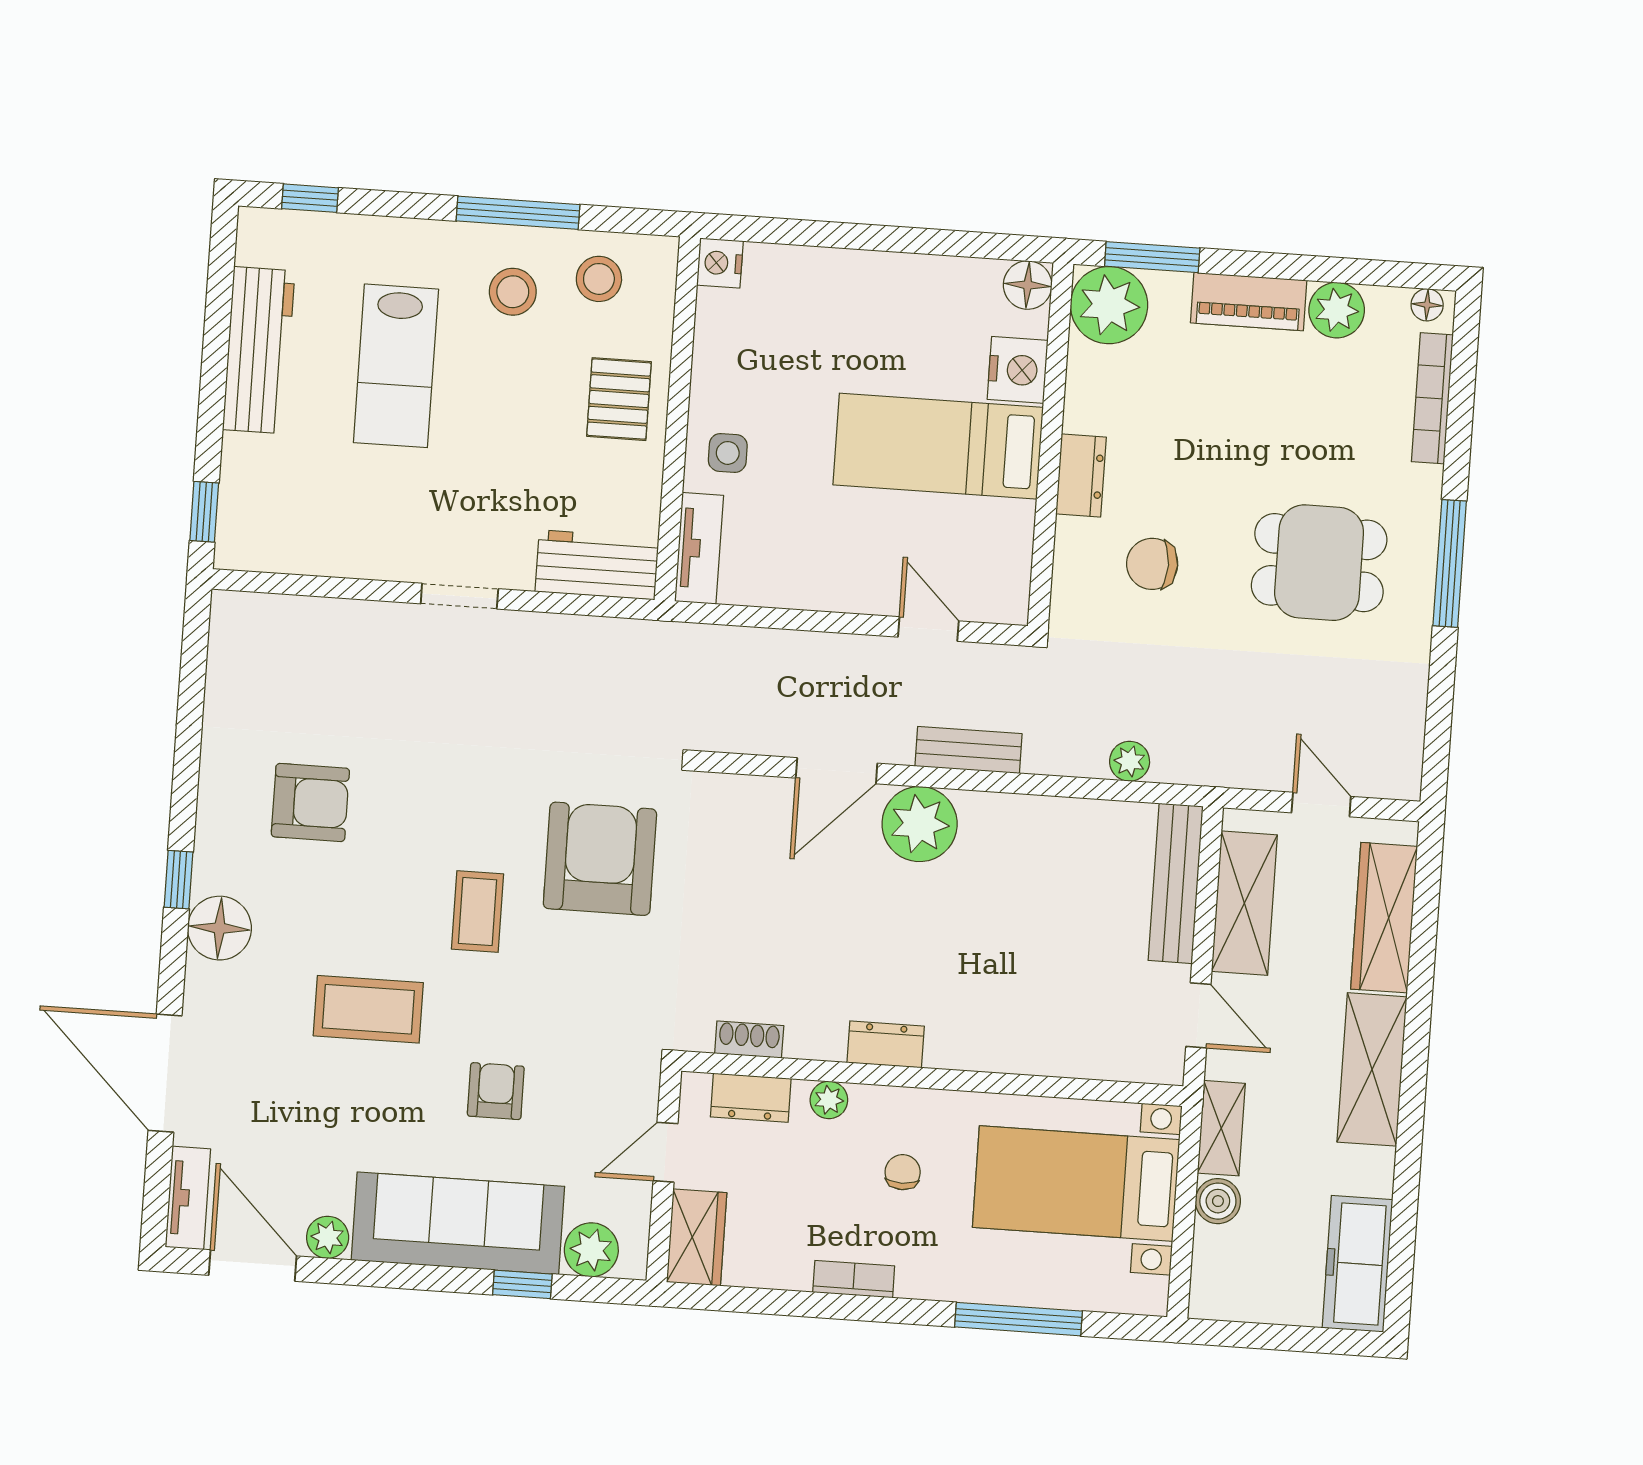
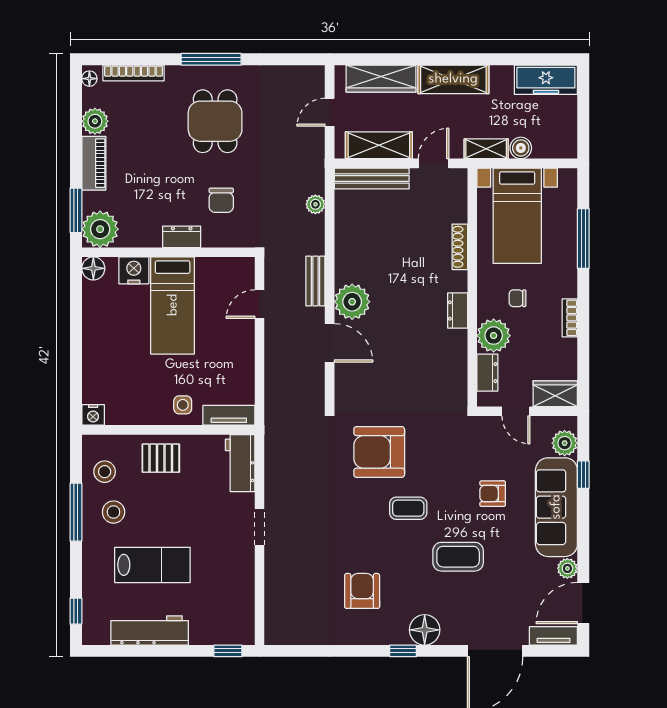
coffee table: (368, 1009) -> (458, 557), turned 90
shoe rack: (749, 1040) -> (460, 247), moved, width x1.43
plant: (829, 1100) -> (494, 336), width x1.88, depth x1.88

